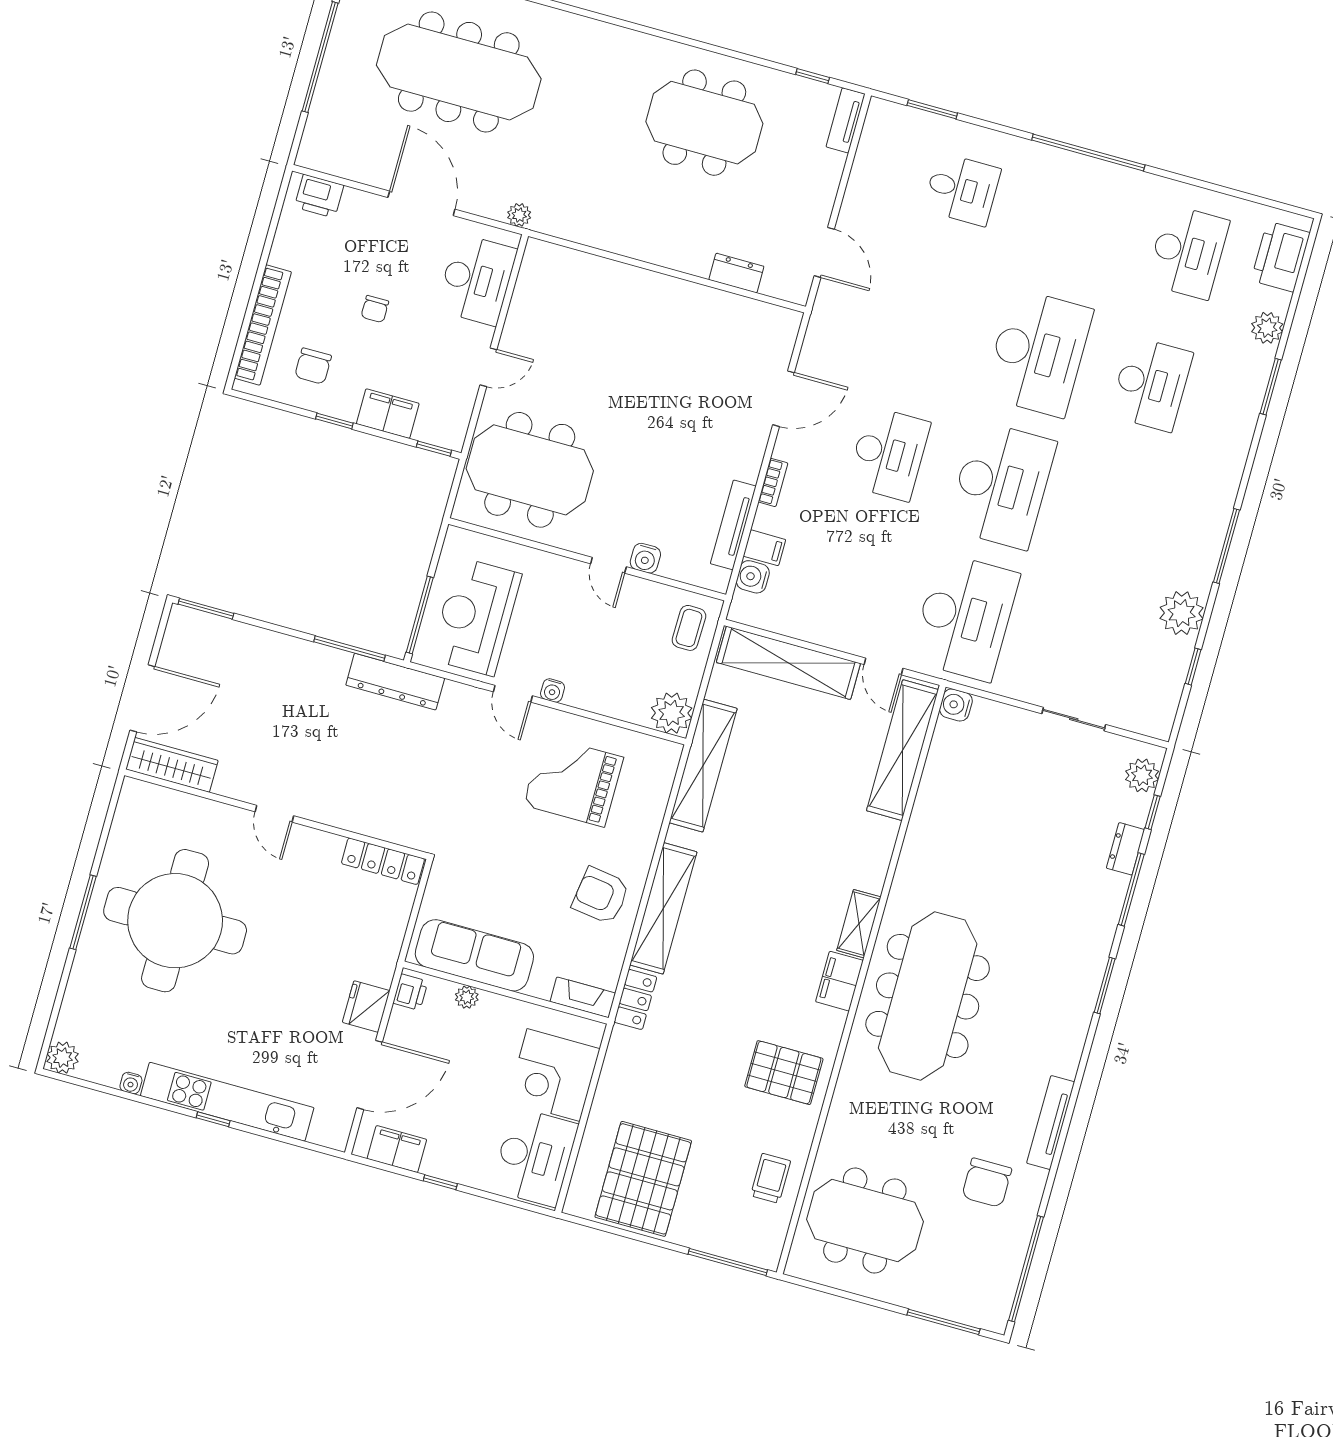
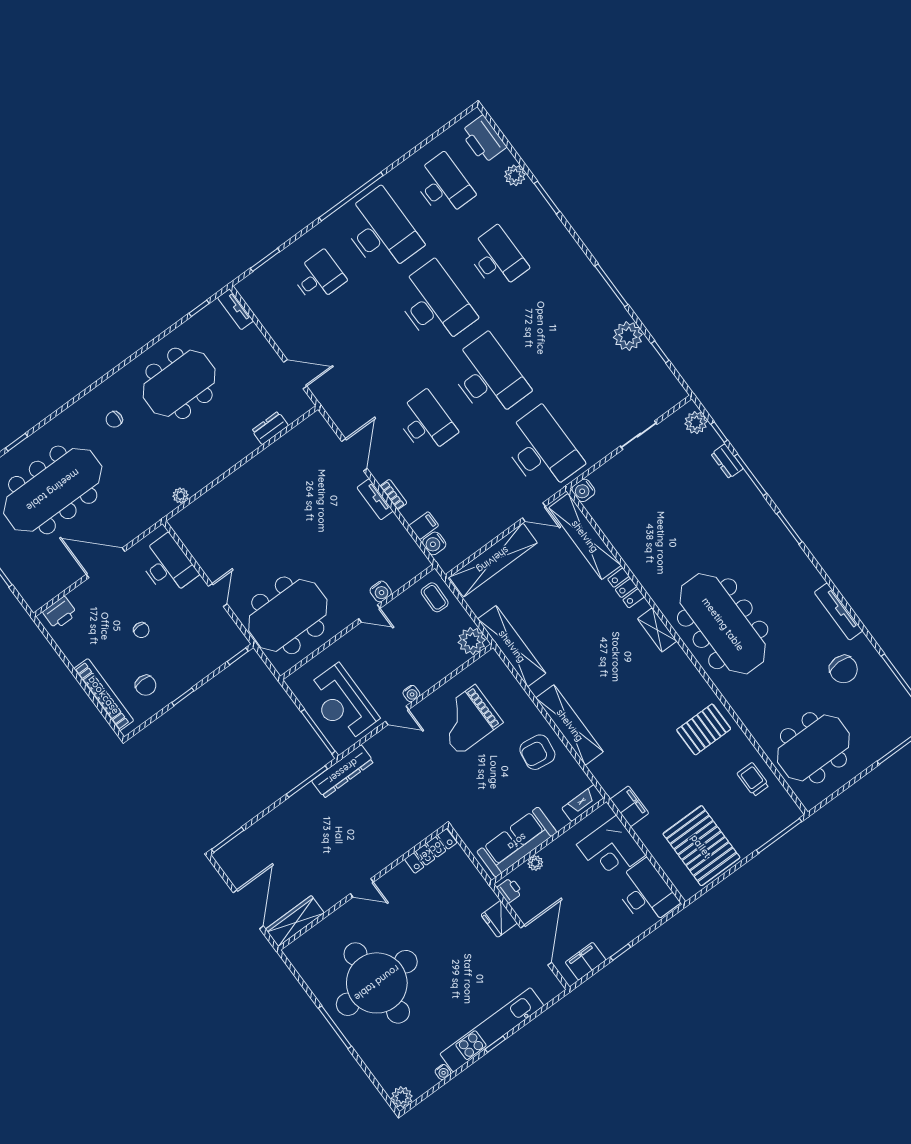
chair: (601, 79) -> (114, 419), added
plant: (519, 215) -> (181, 496), moved
desk: (1075, 221) -> (381, 231), added
filing cabinet: (388, 414) -> (201, 666), removed
tv unit: (733, 525) -> (375, 499), moved, width x0.71
filing cabinet: (840, 981) -> (629, 806), moved, turned 180
locker: (635, 999) -> (626, 588), moved, turned 180

